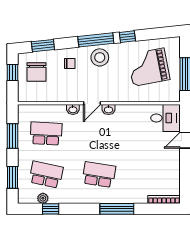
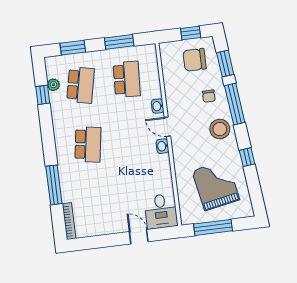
window: (96, 40) -> (235, 104), moved
window: (117, 209) -> (54, 185), moved

